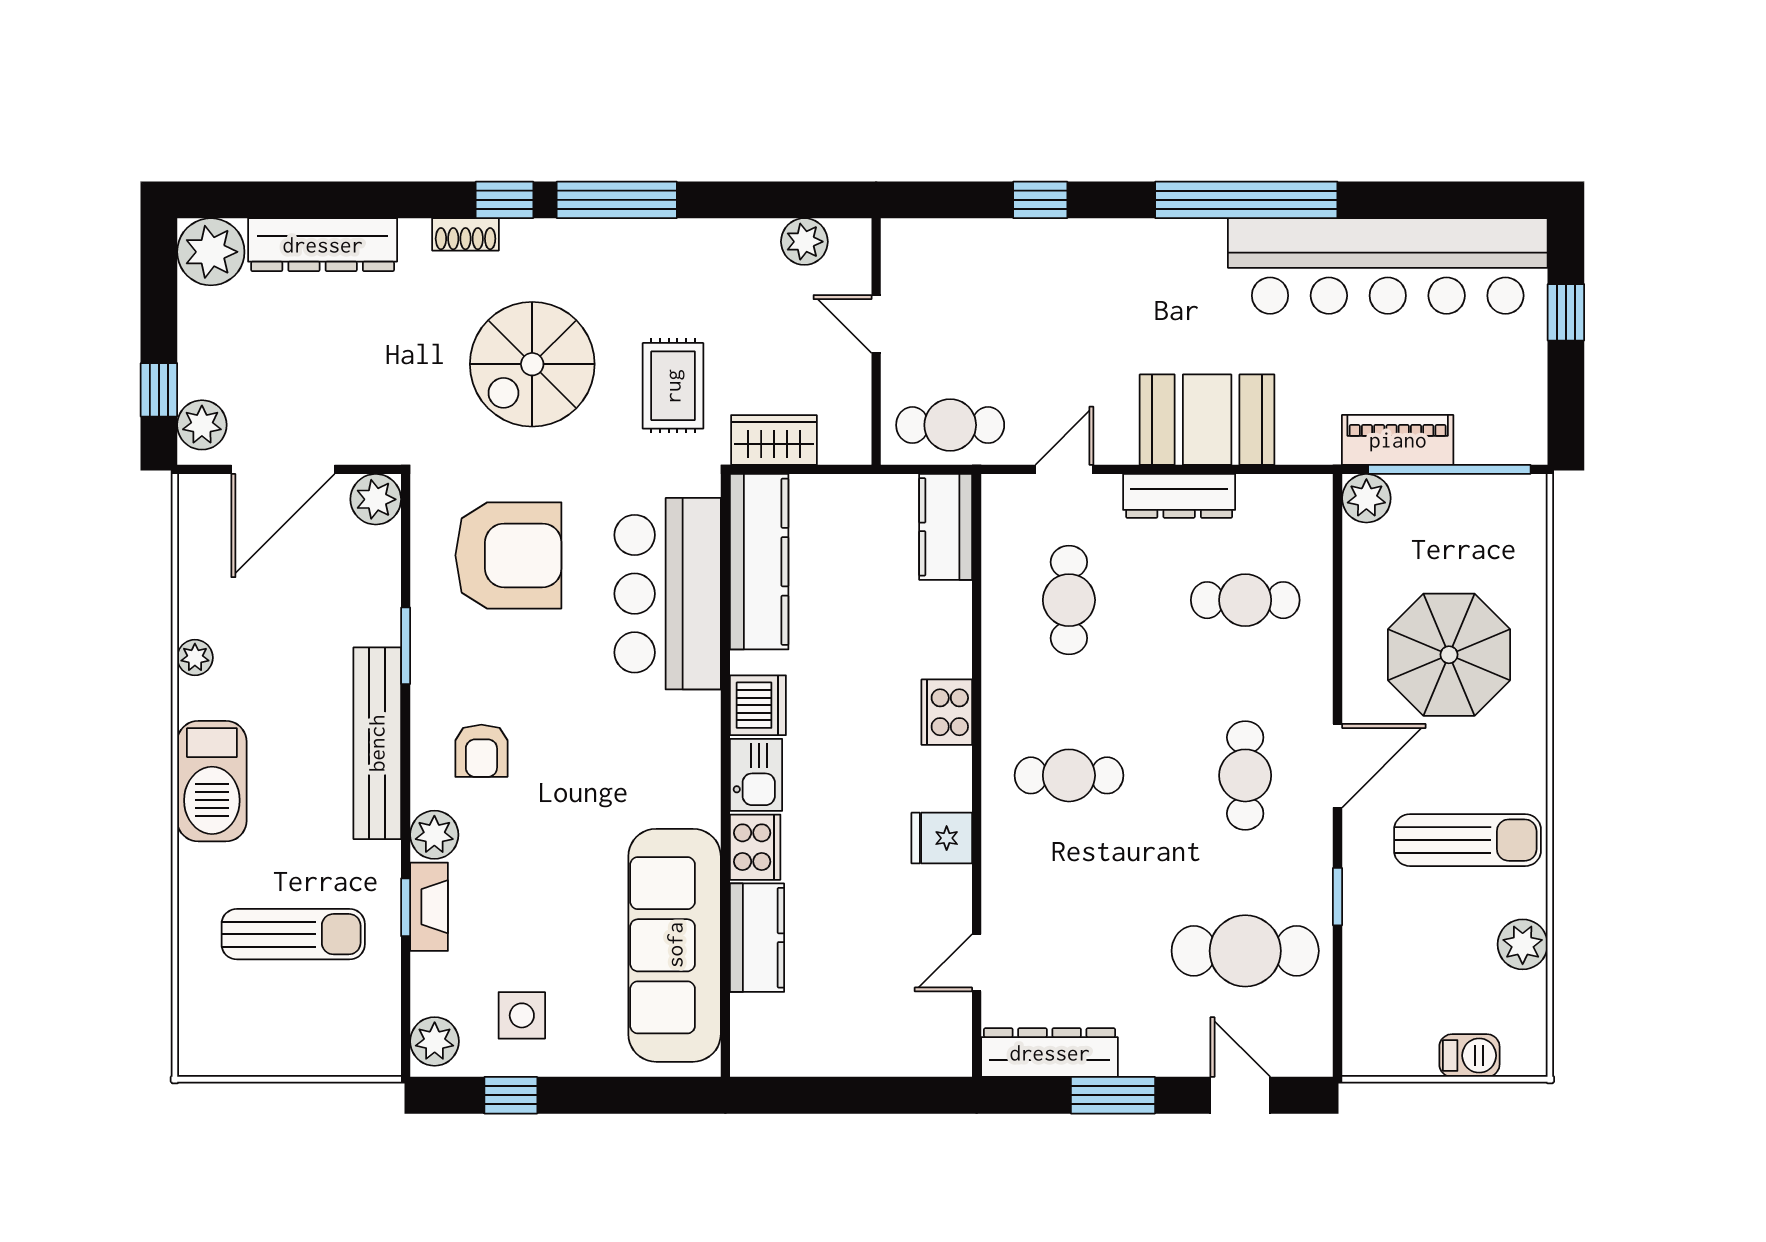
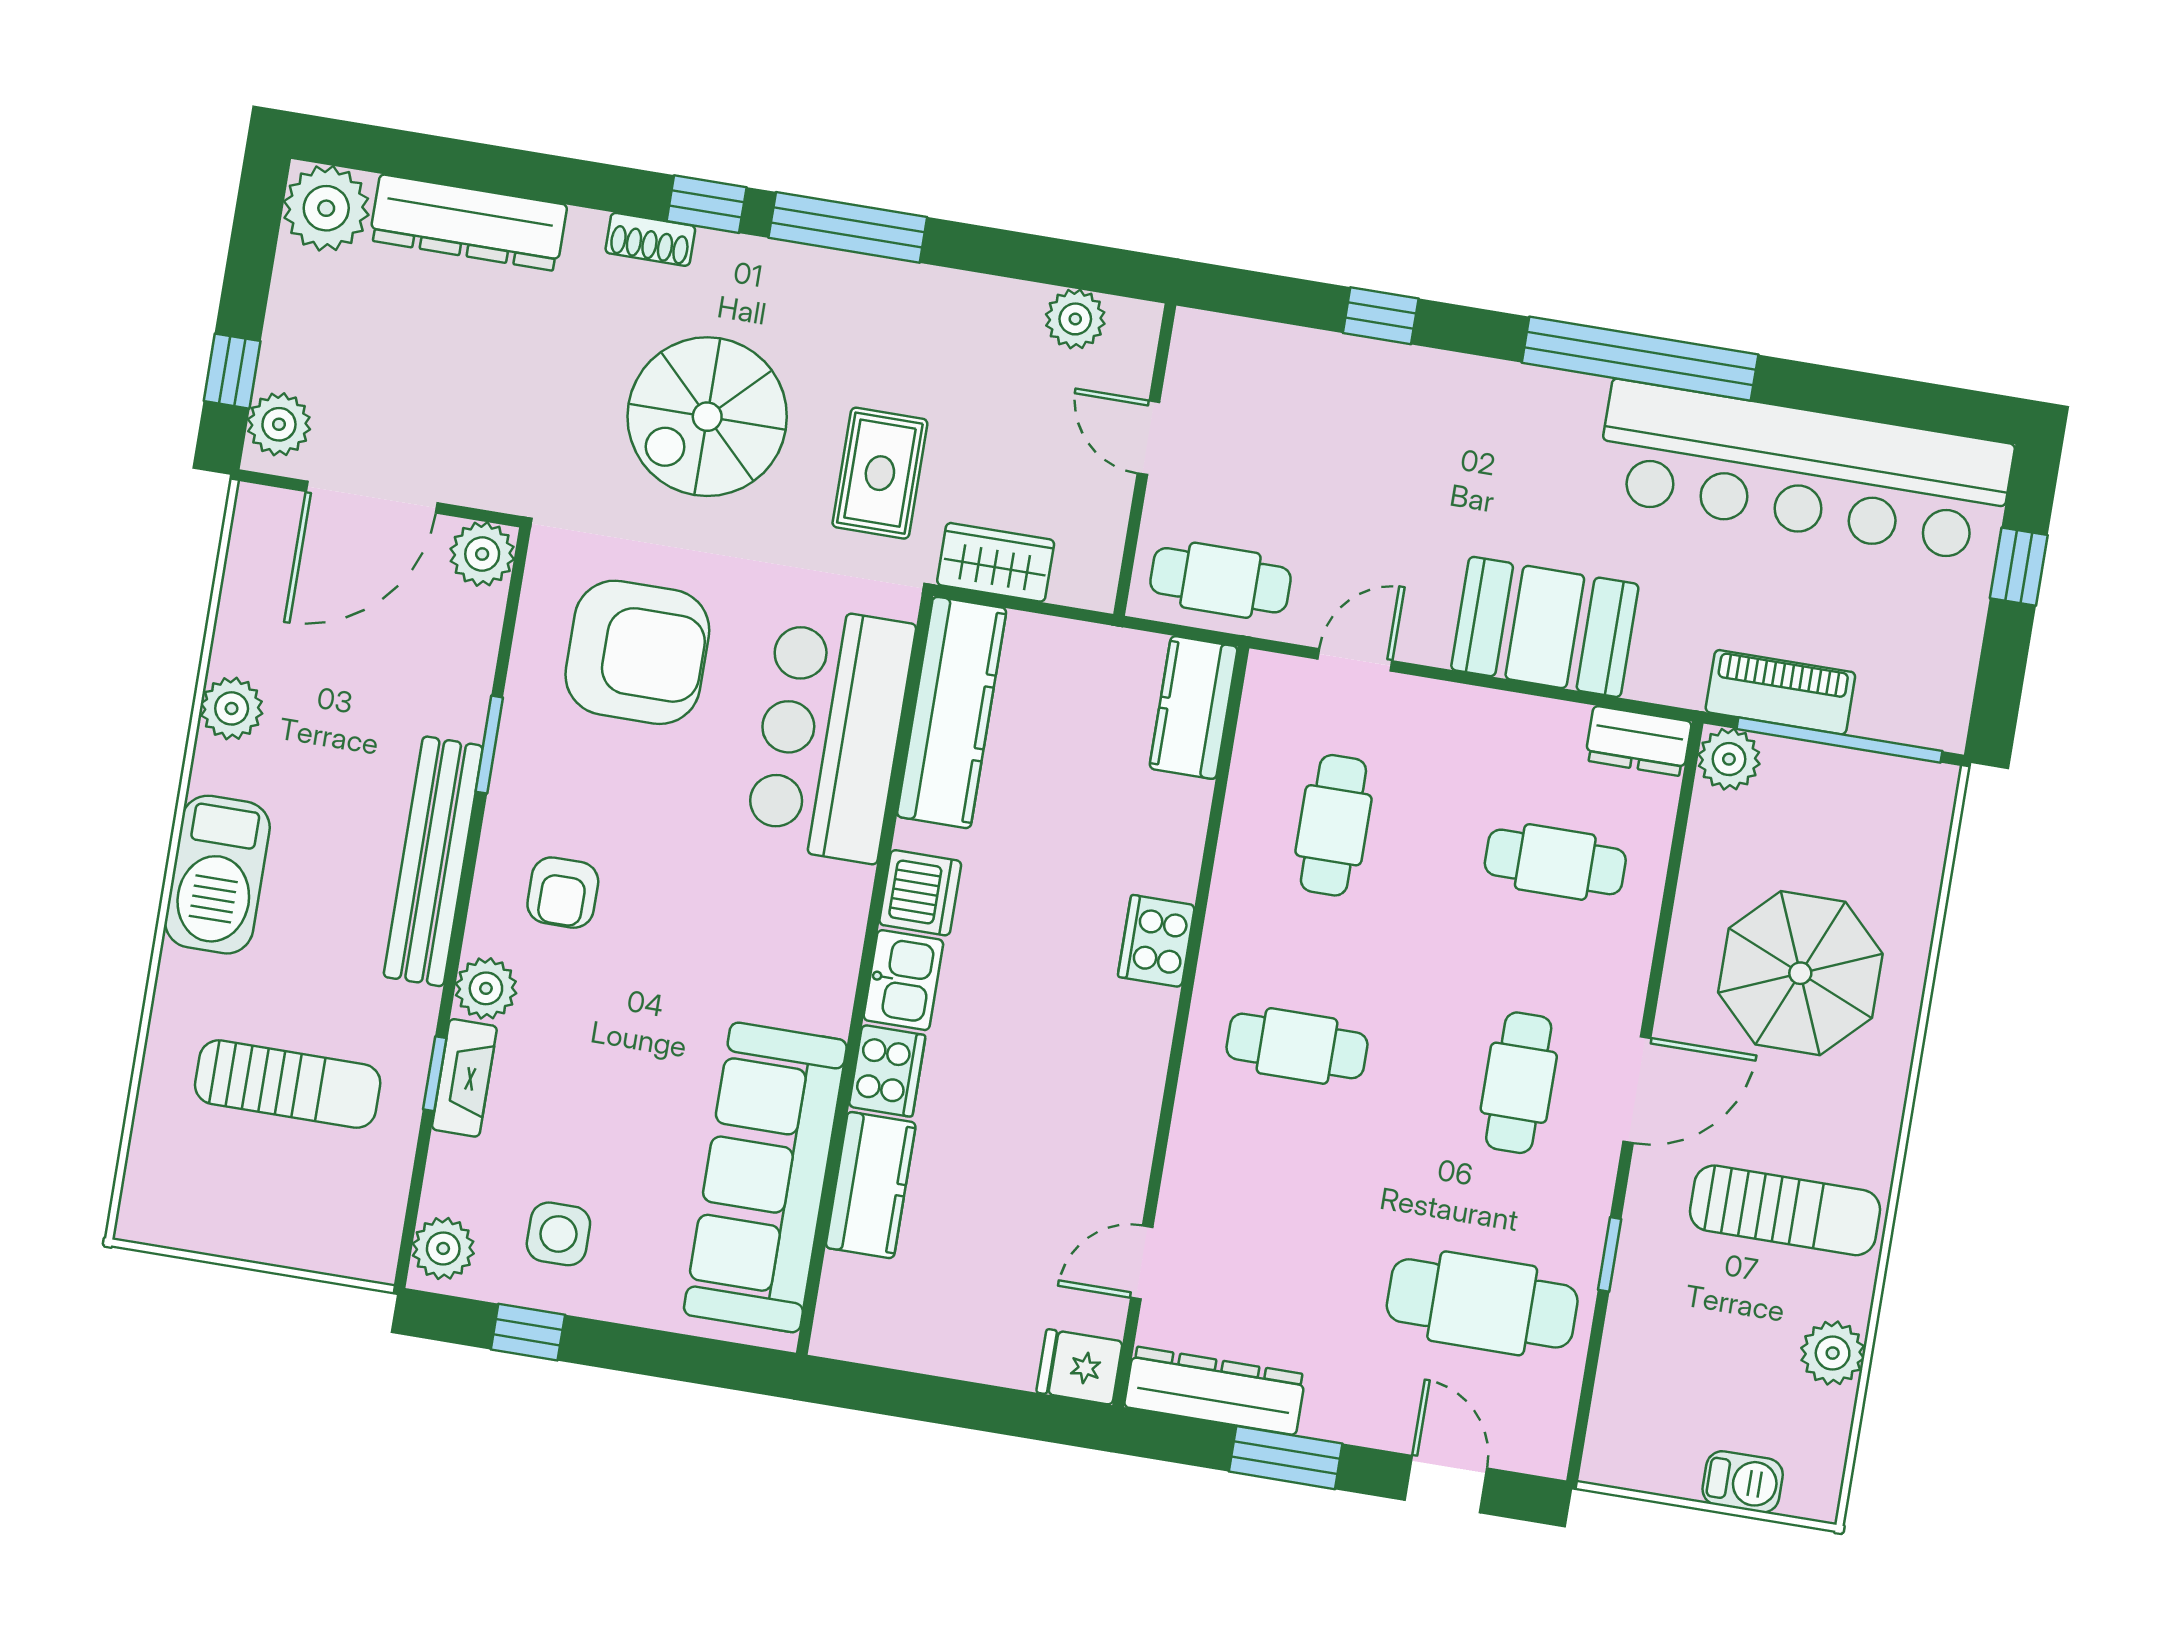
dresser: (1179, 496) -> (1638, 741), moved, width x0.70
plant: (195, 658) -> (232, 708), width x1.38, depth x1.38
fridge: (942, 838) -> (1079, 1367), moved

